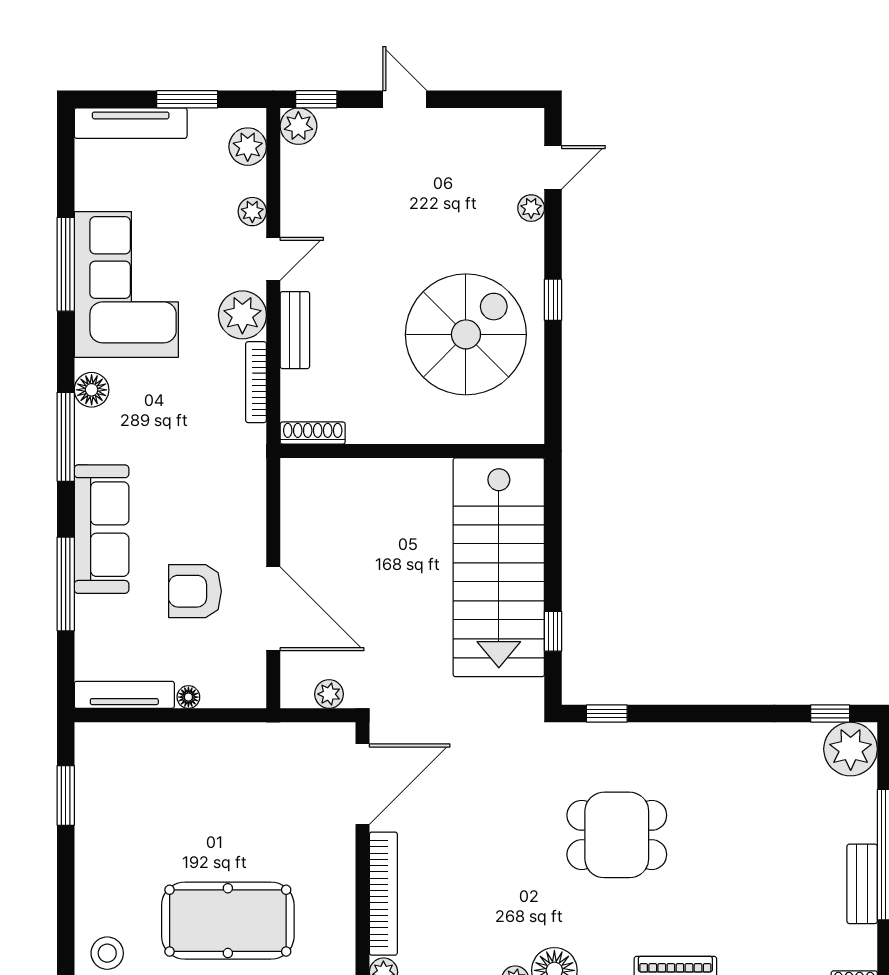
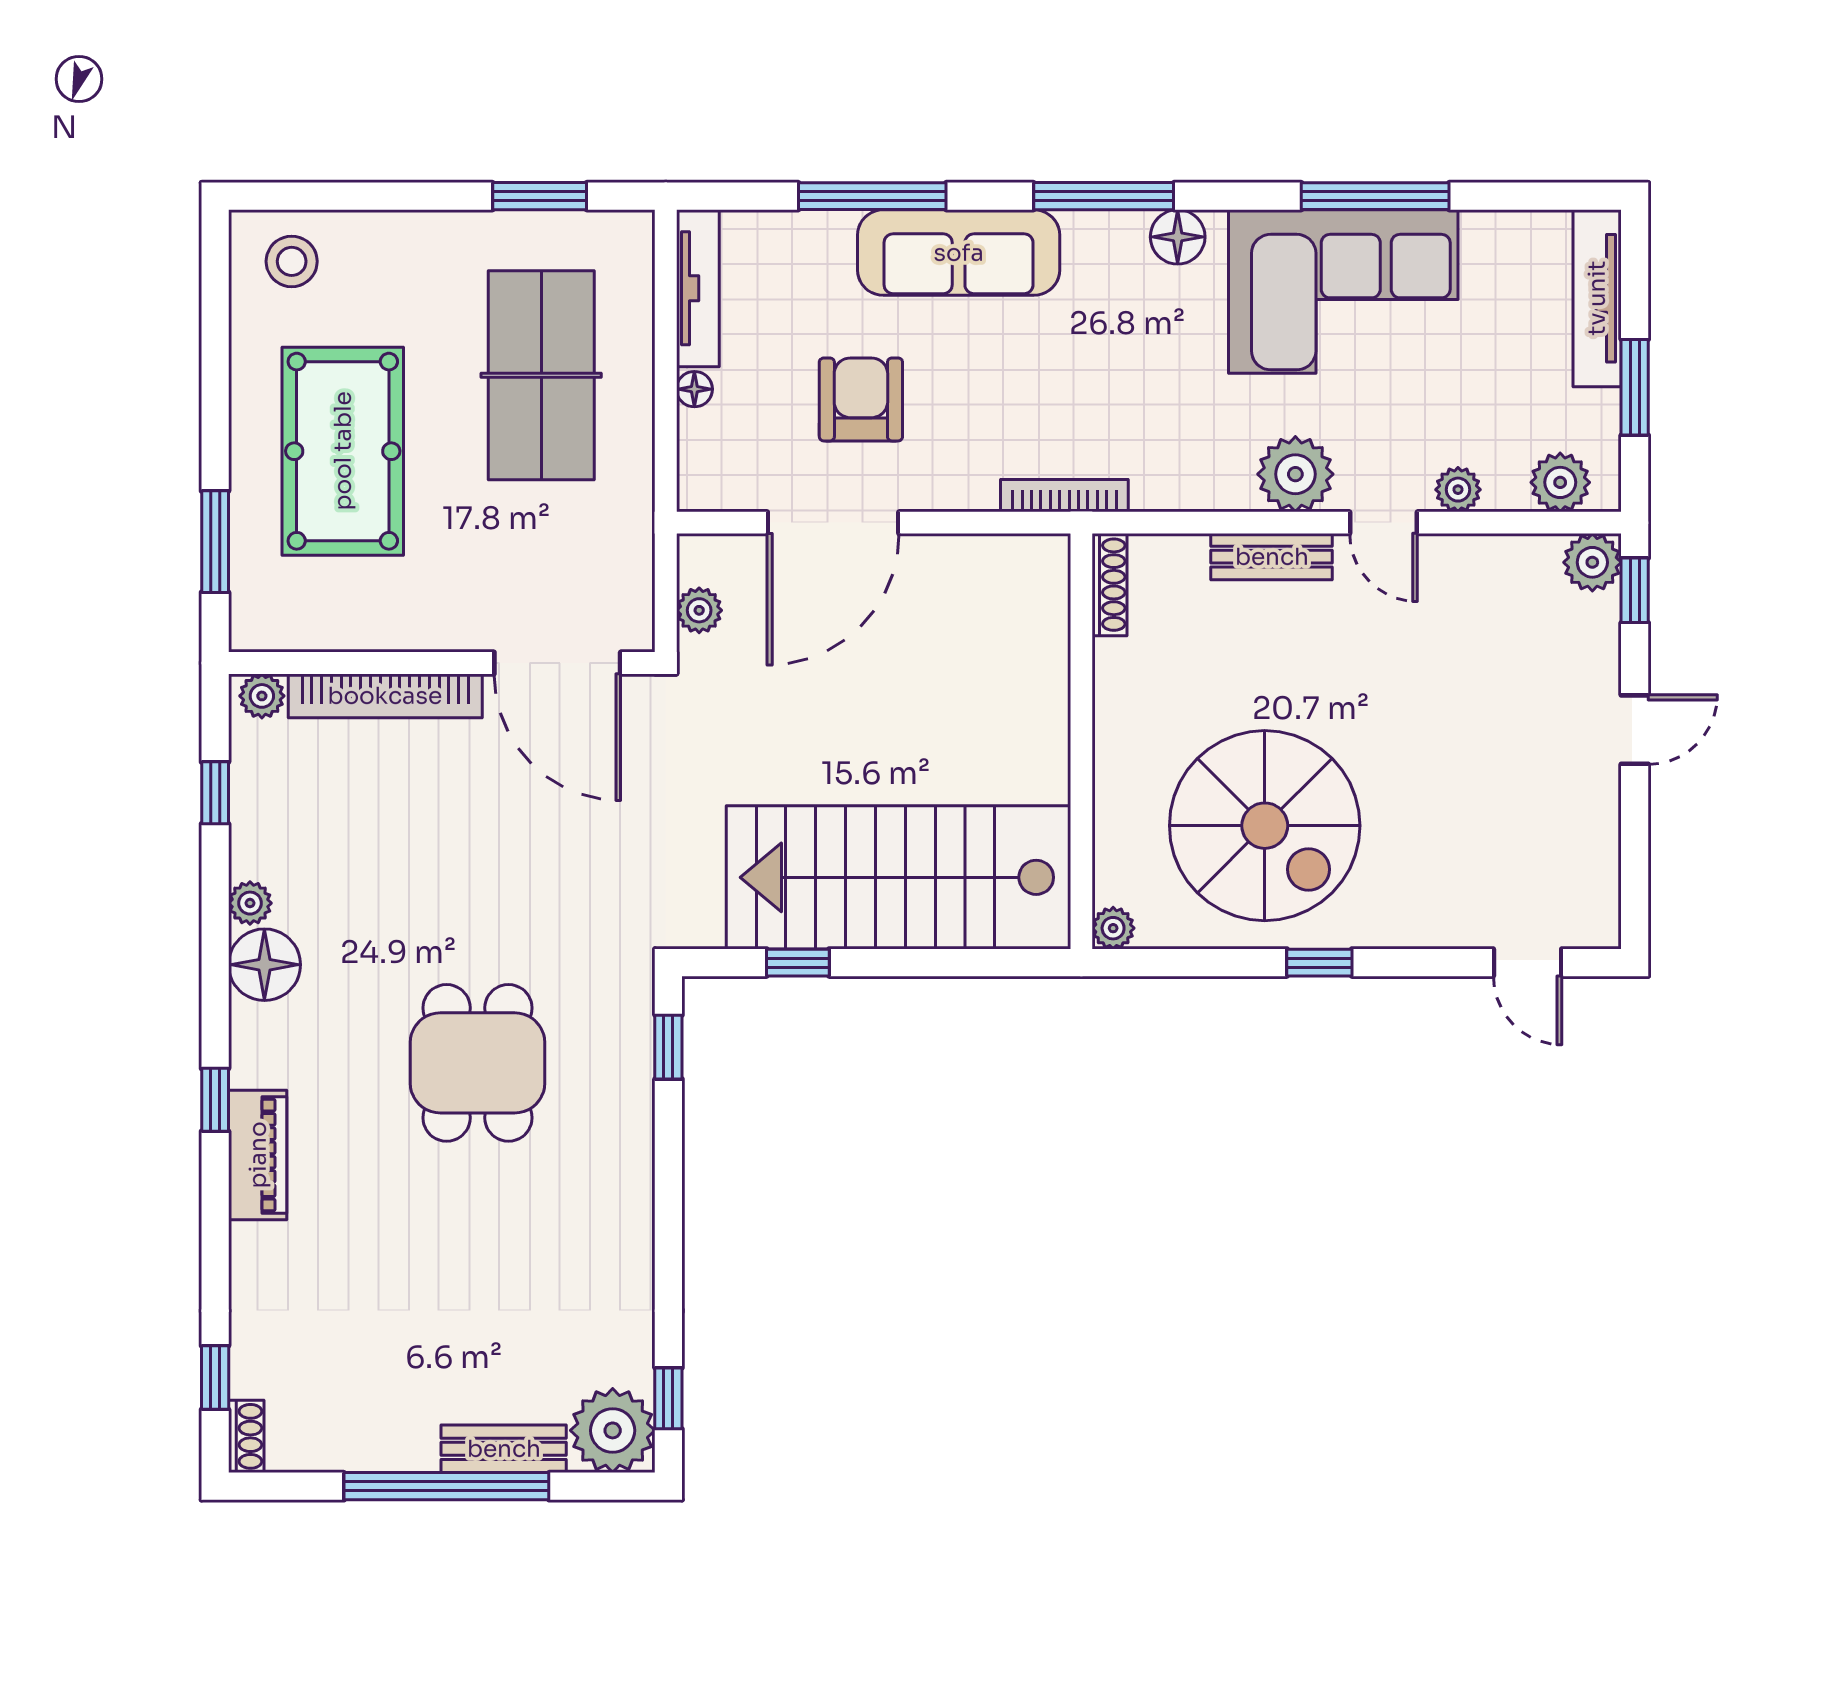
plant: (531, 208) -> (1113, 928), moved
bookcase: (256, 382) -> (1064, 496), moved
table tennis table: (180, 794) -> (541, 375), added
bench: (862, 884) -> (504, 1449), moved

